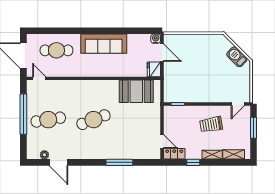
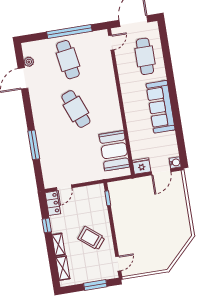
barbecue: (237, 57) -> (170, 254), removed
door: (238, 104) -> (118, 264), swing flipped
trolley: (211, 125) -> (91, 238), turned -41

